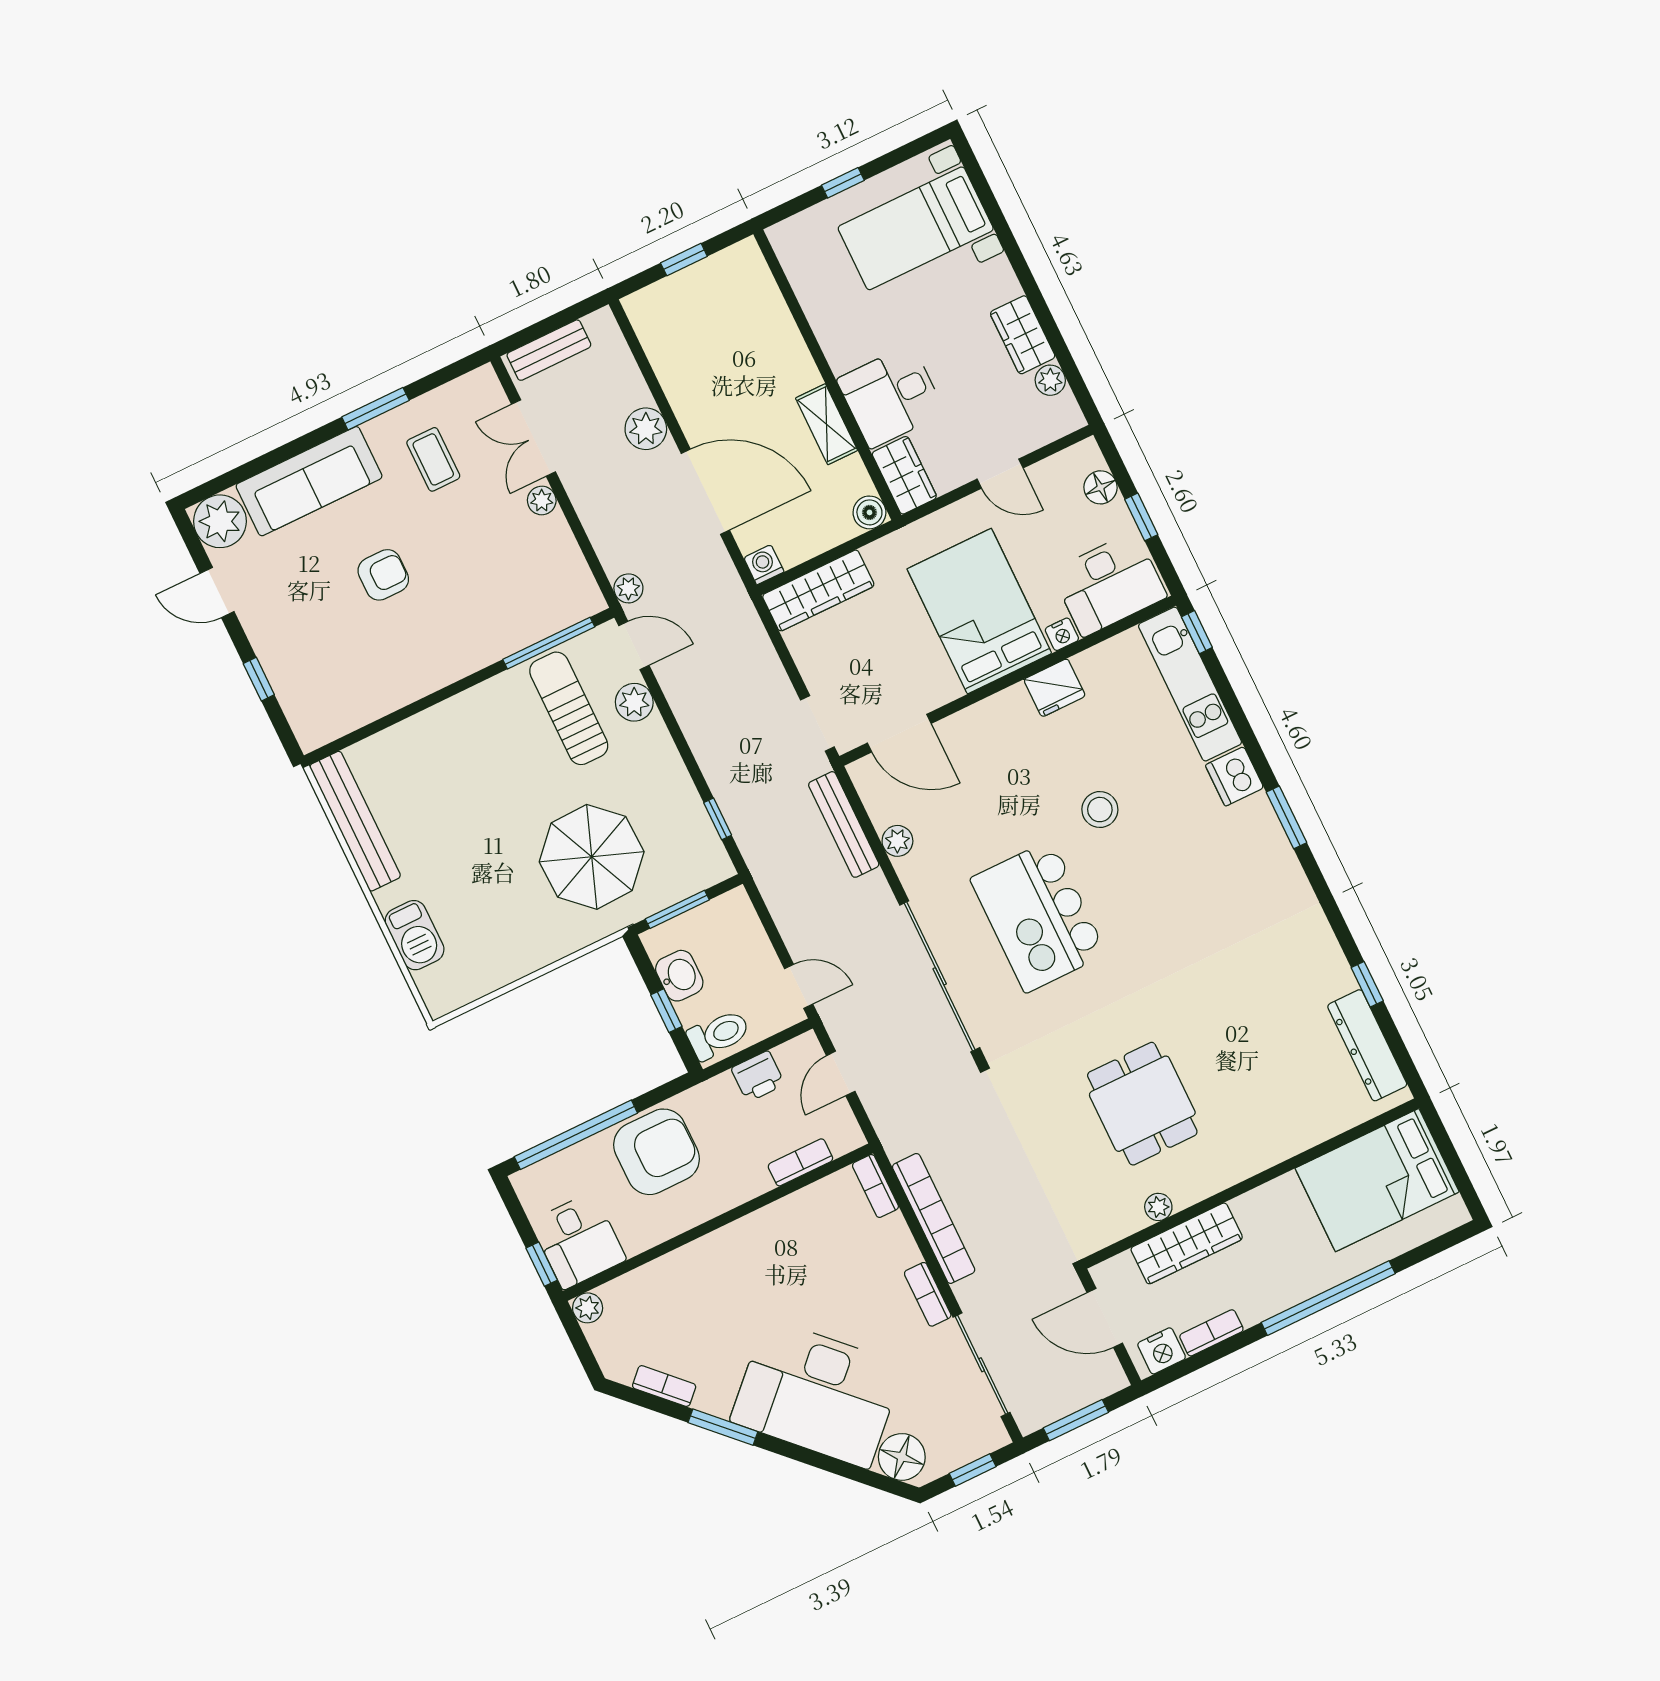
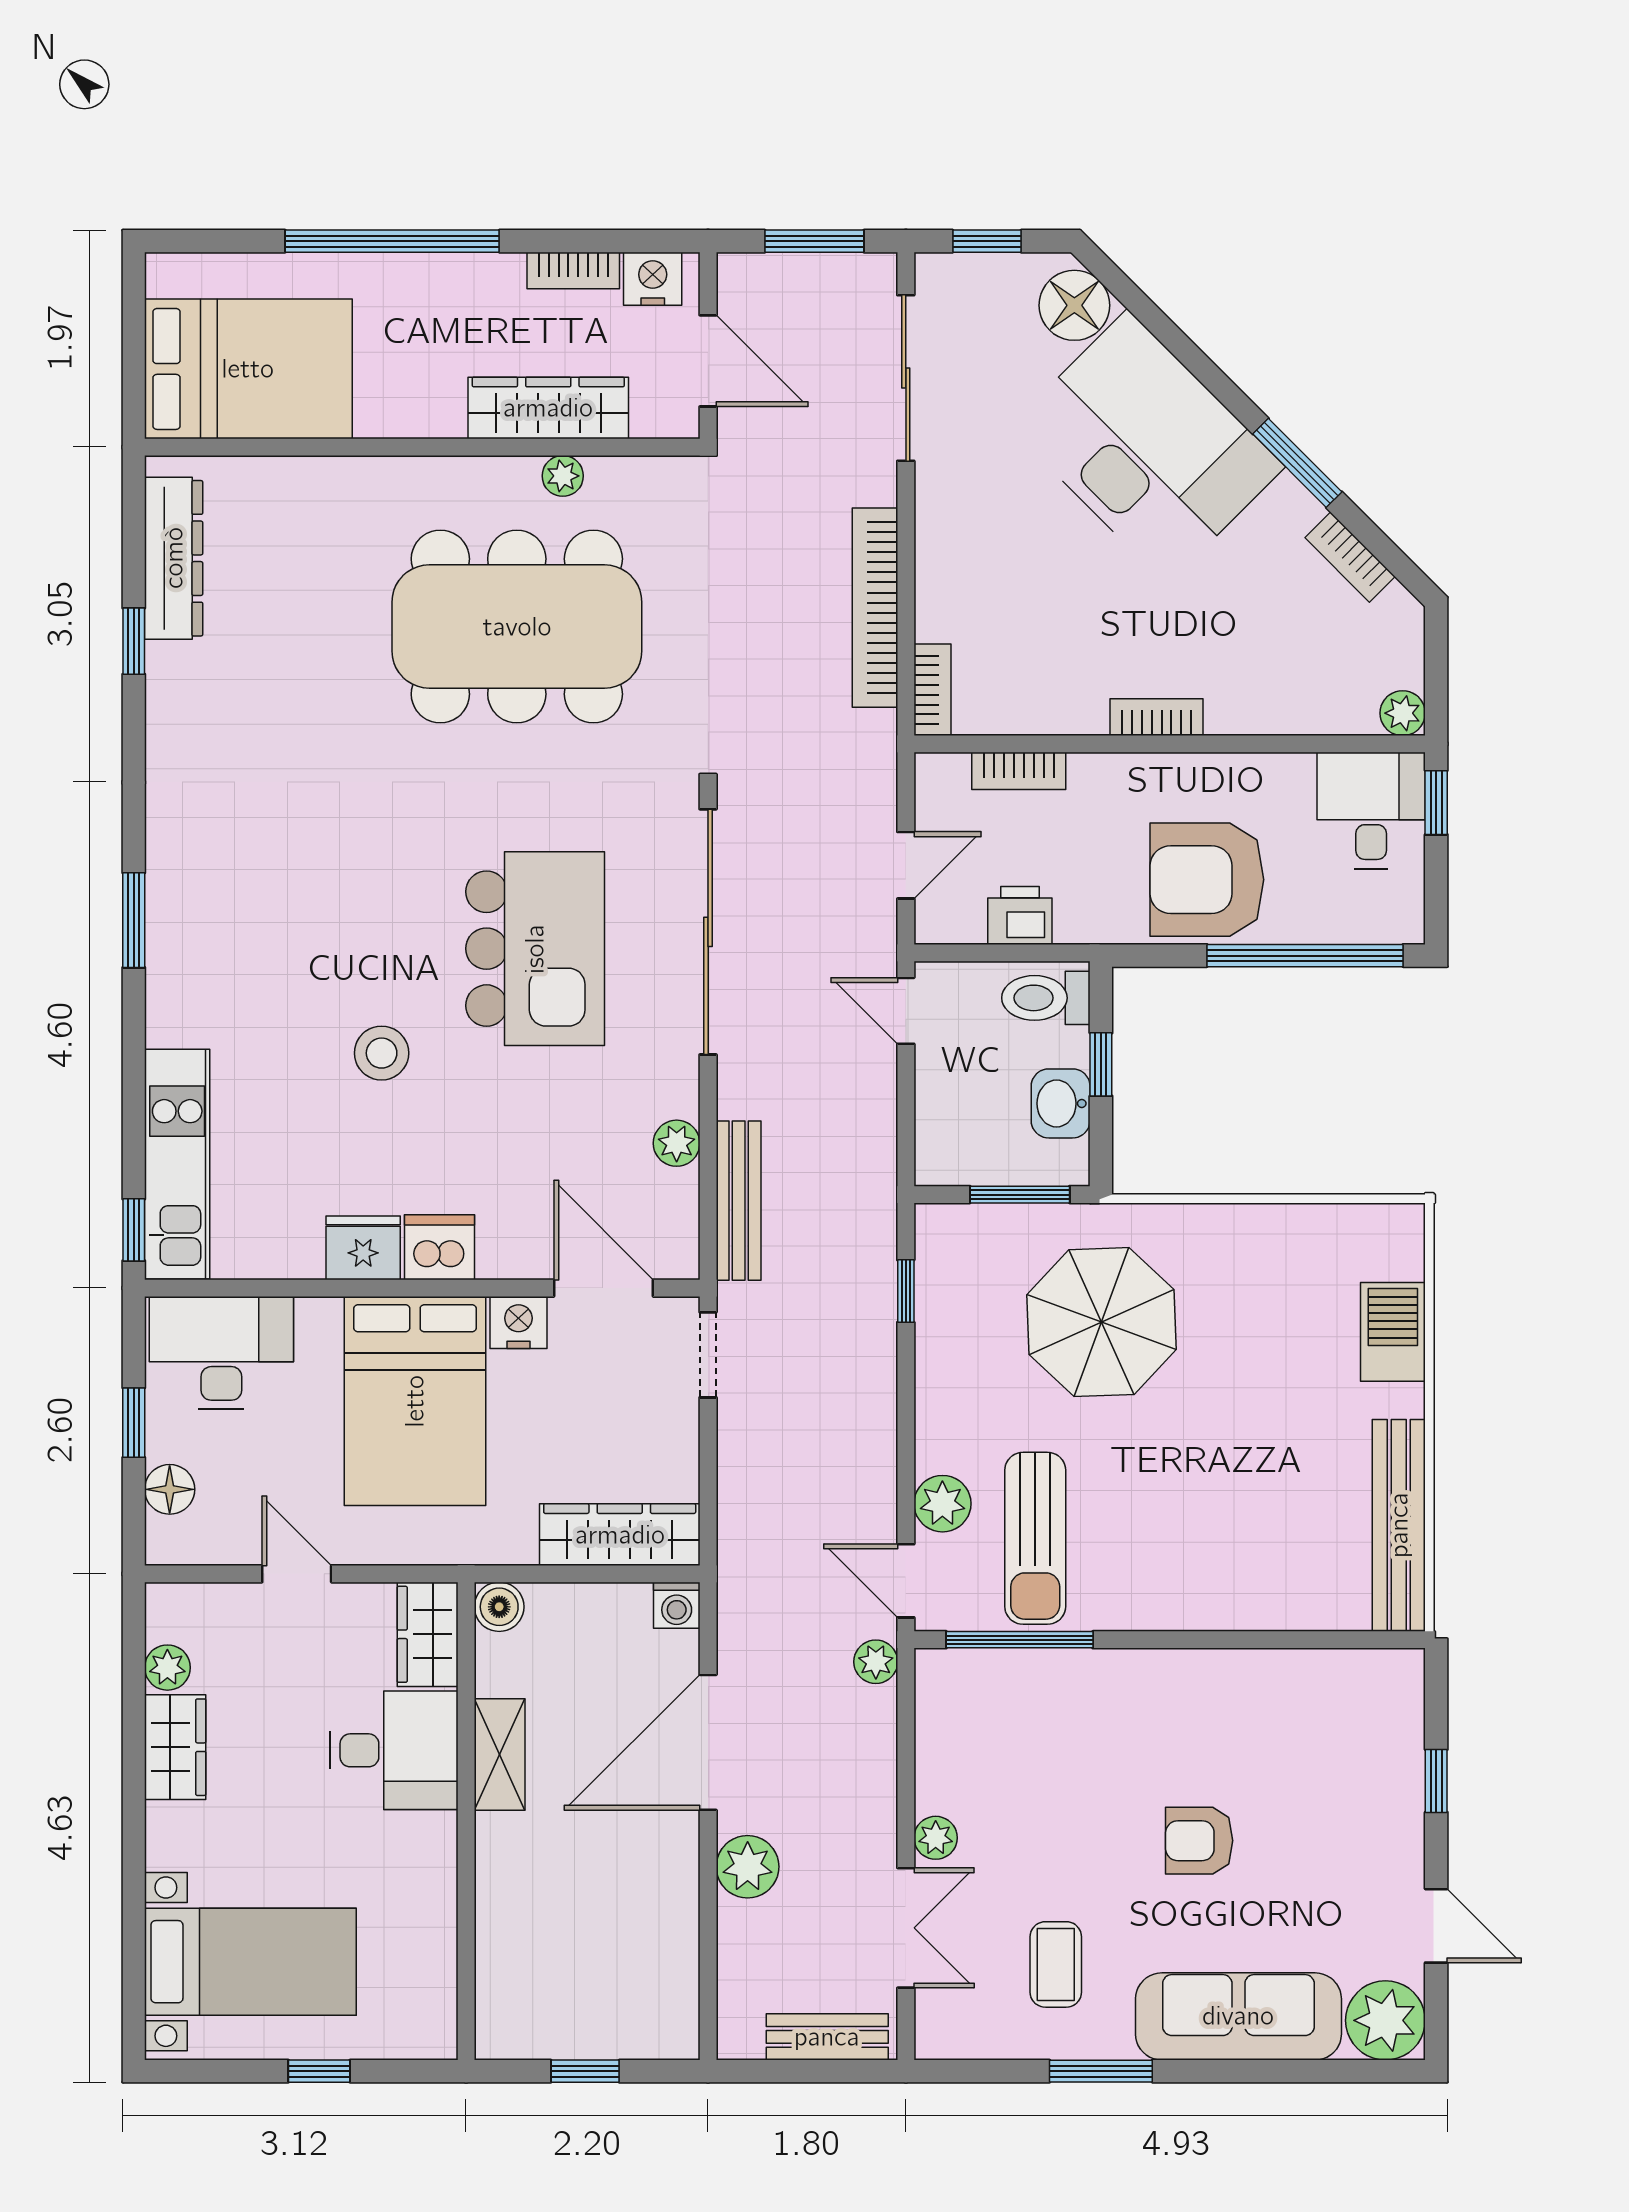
door: (705, 492) -> (708, 1742), hinge flipped
nightstand: (1062, 634) -> (518, 1322), moved, width x1.39, depth x1.35
dishwasher: (1235, 776) -> (439, 1247), moved, turned -90
dining table: (1142, 1104) -> (517, 627), width x1.88, depth x1.24
bookcase: (928, 1294) -> (1157, 717), moved, turned -90

